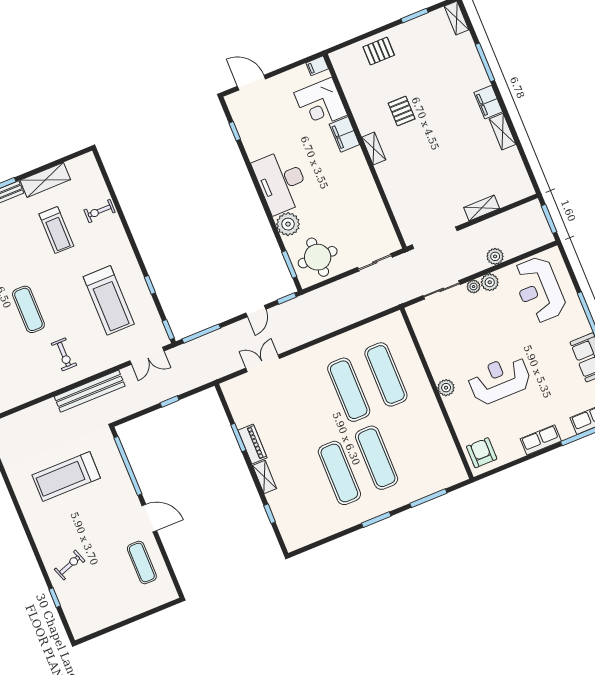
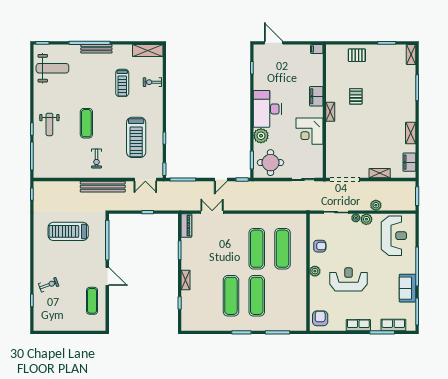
filing cabinet: (488, 102) -> (409, 162), moved
corner desk: (321, 104) -> (310, 131), moved
shelving: (45, 180) -> (148, 51), moved
reception desk: (539, 290) -> (394, 236), turned 180
armchair: (438, 349) -> (320, 246), added
piano: (252, 444) -> (186, 225), moved

